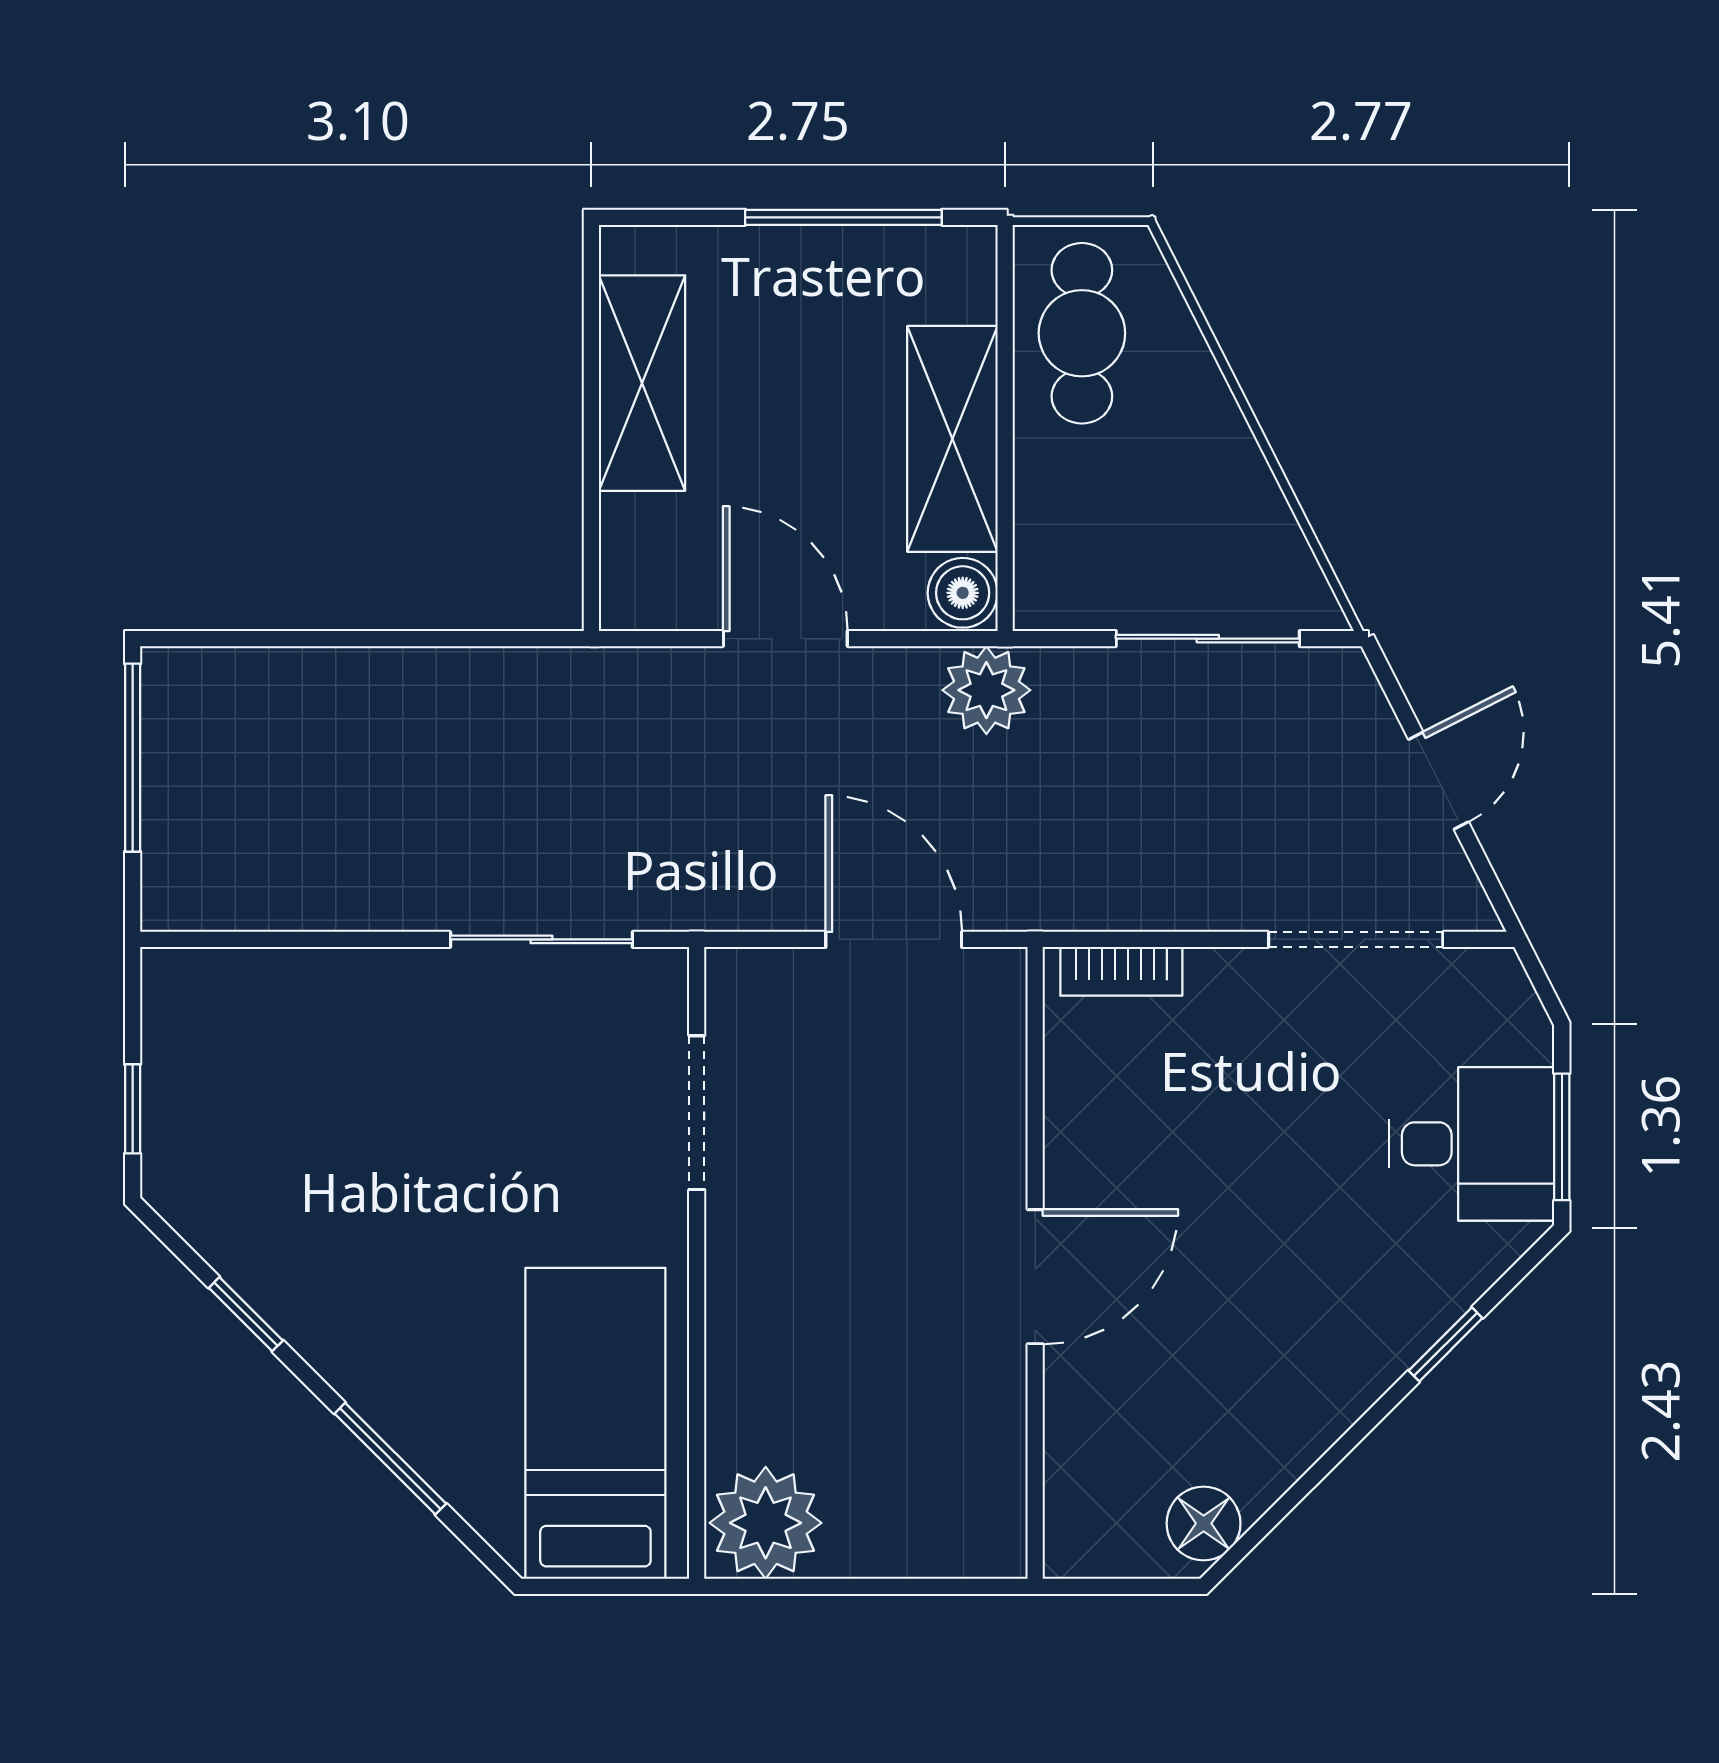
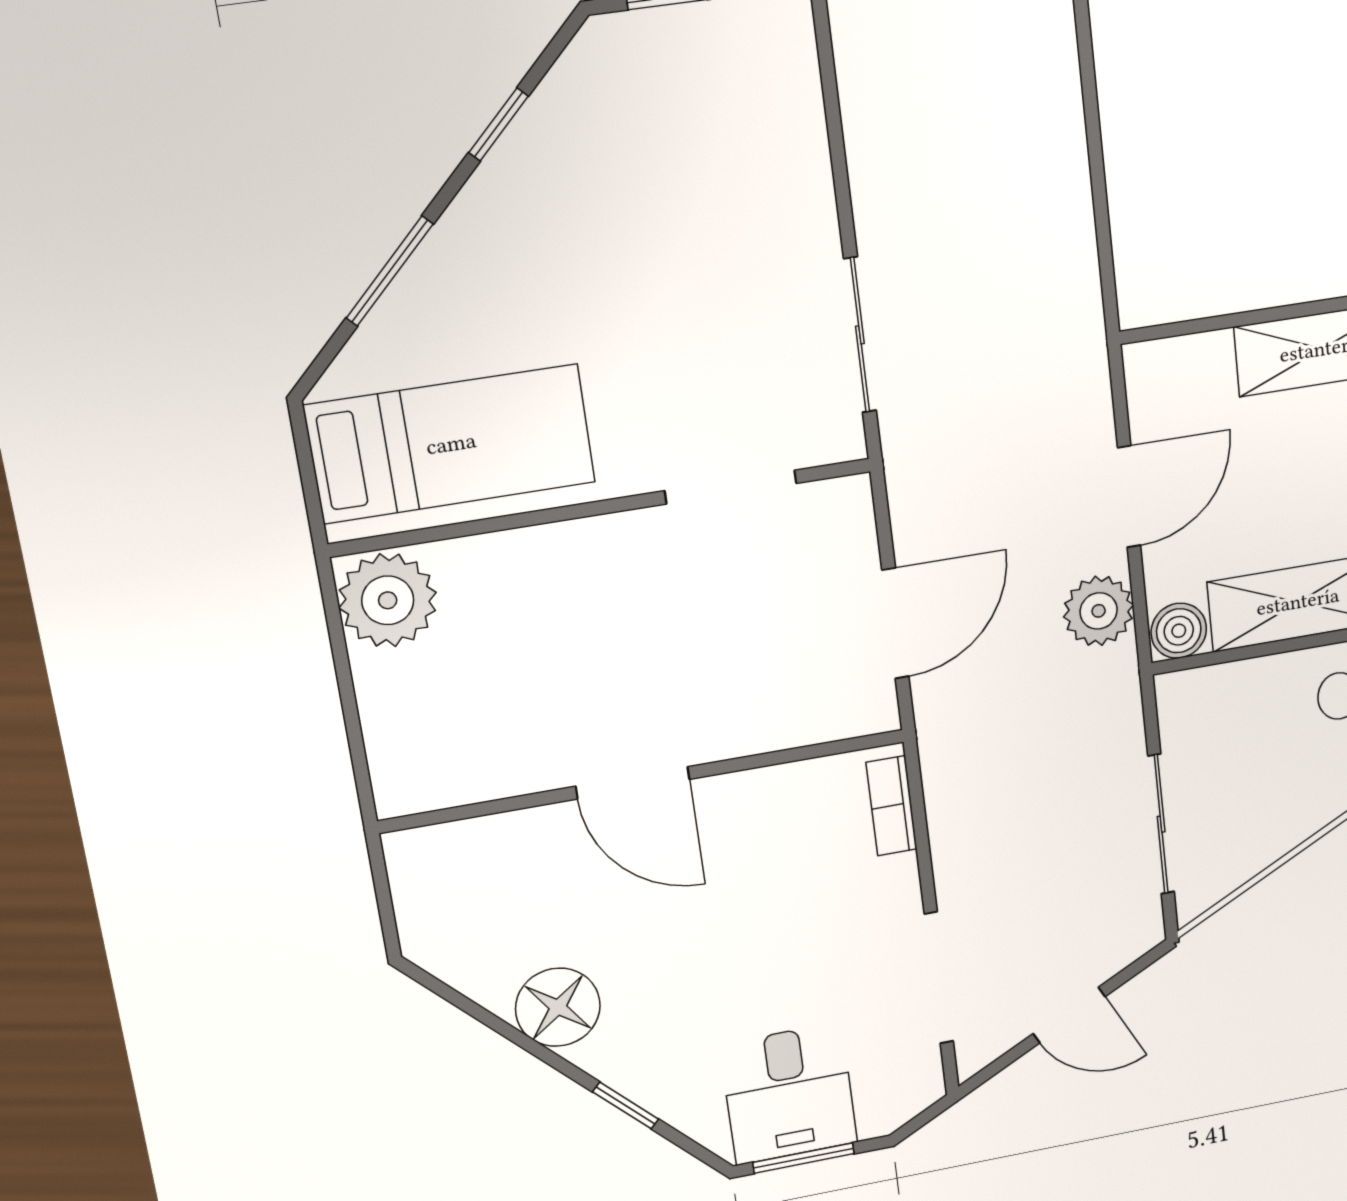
plant: (986, 690) -> (1099, 611), moved
floor lamp: (1204, 1523) -> (558, 1007), moved, width x1.38, depth x1.38

